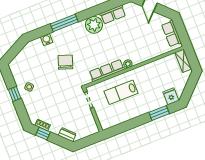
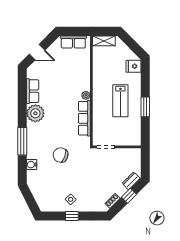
lab bench: (121, 92) -> (120, 101), moved
window: (159, 113) -> (145, 107), moved
window: (43, 134) -> (129, 196), moved

